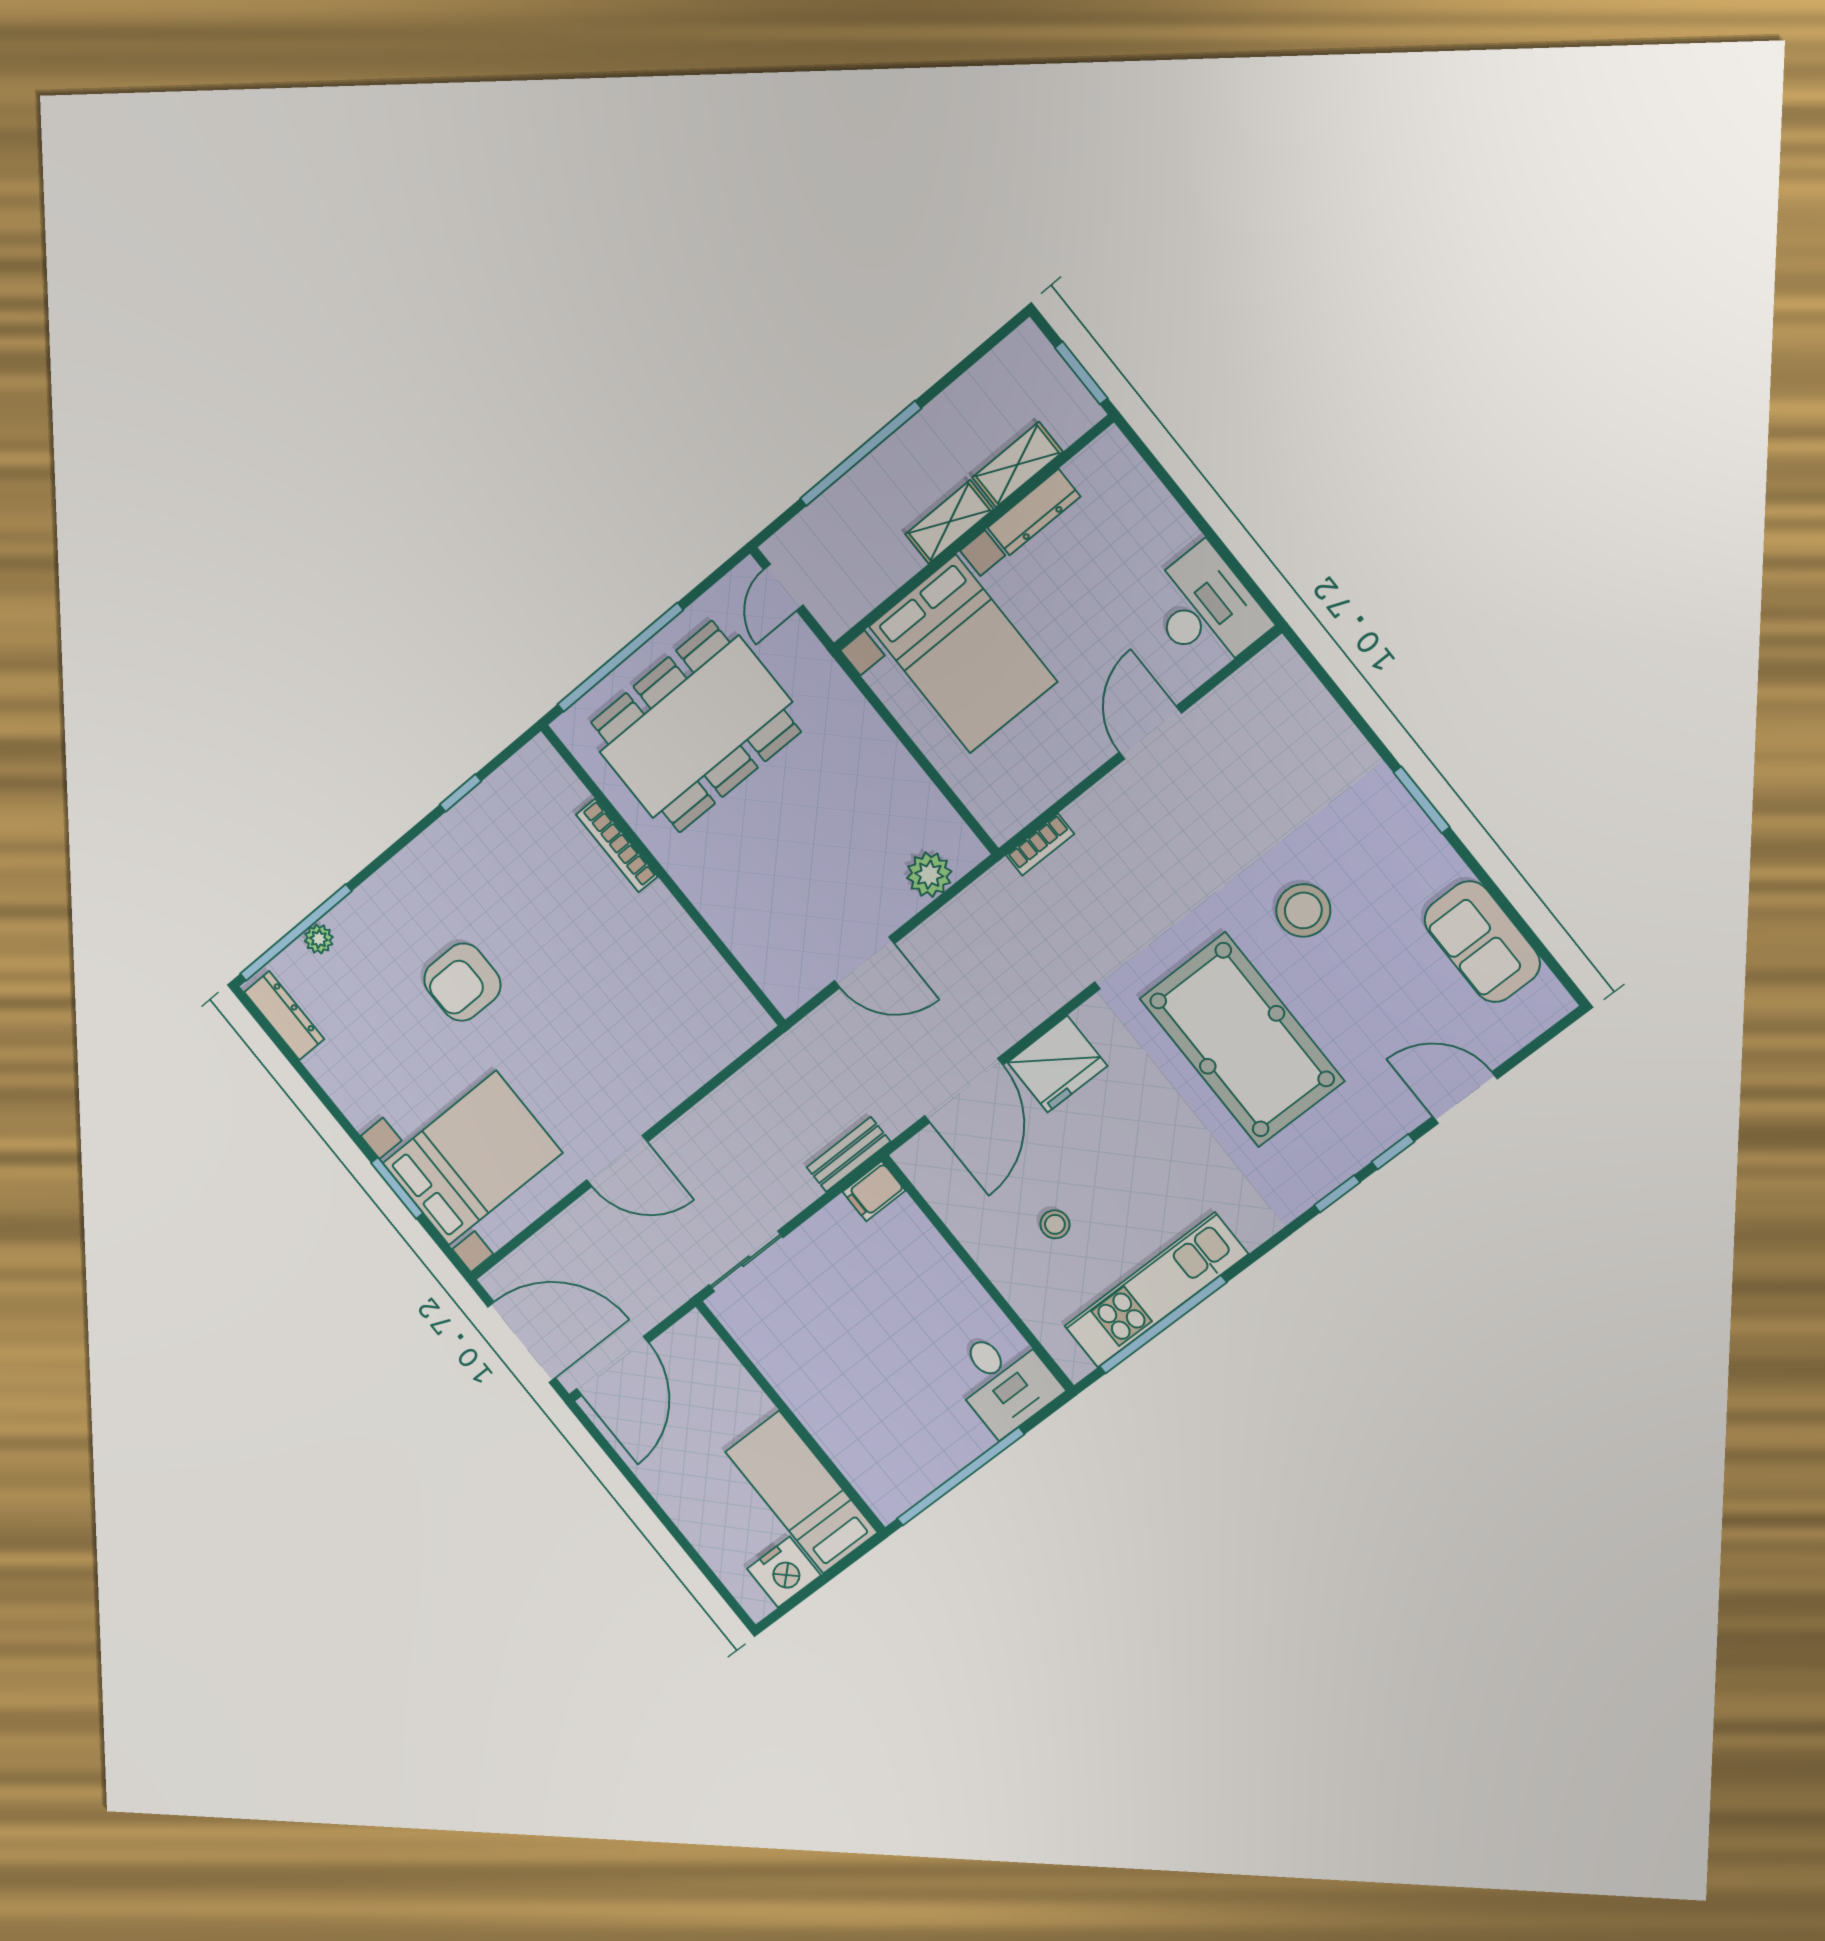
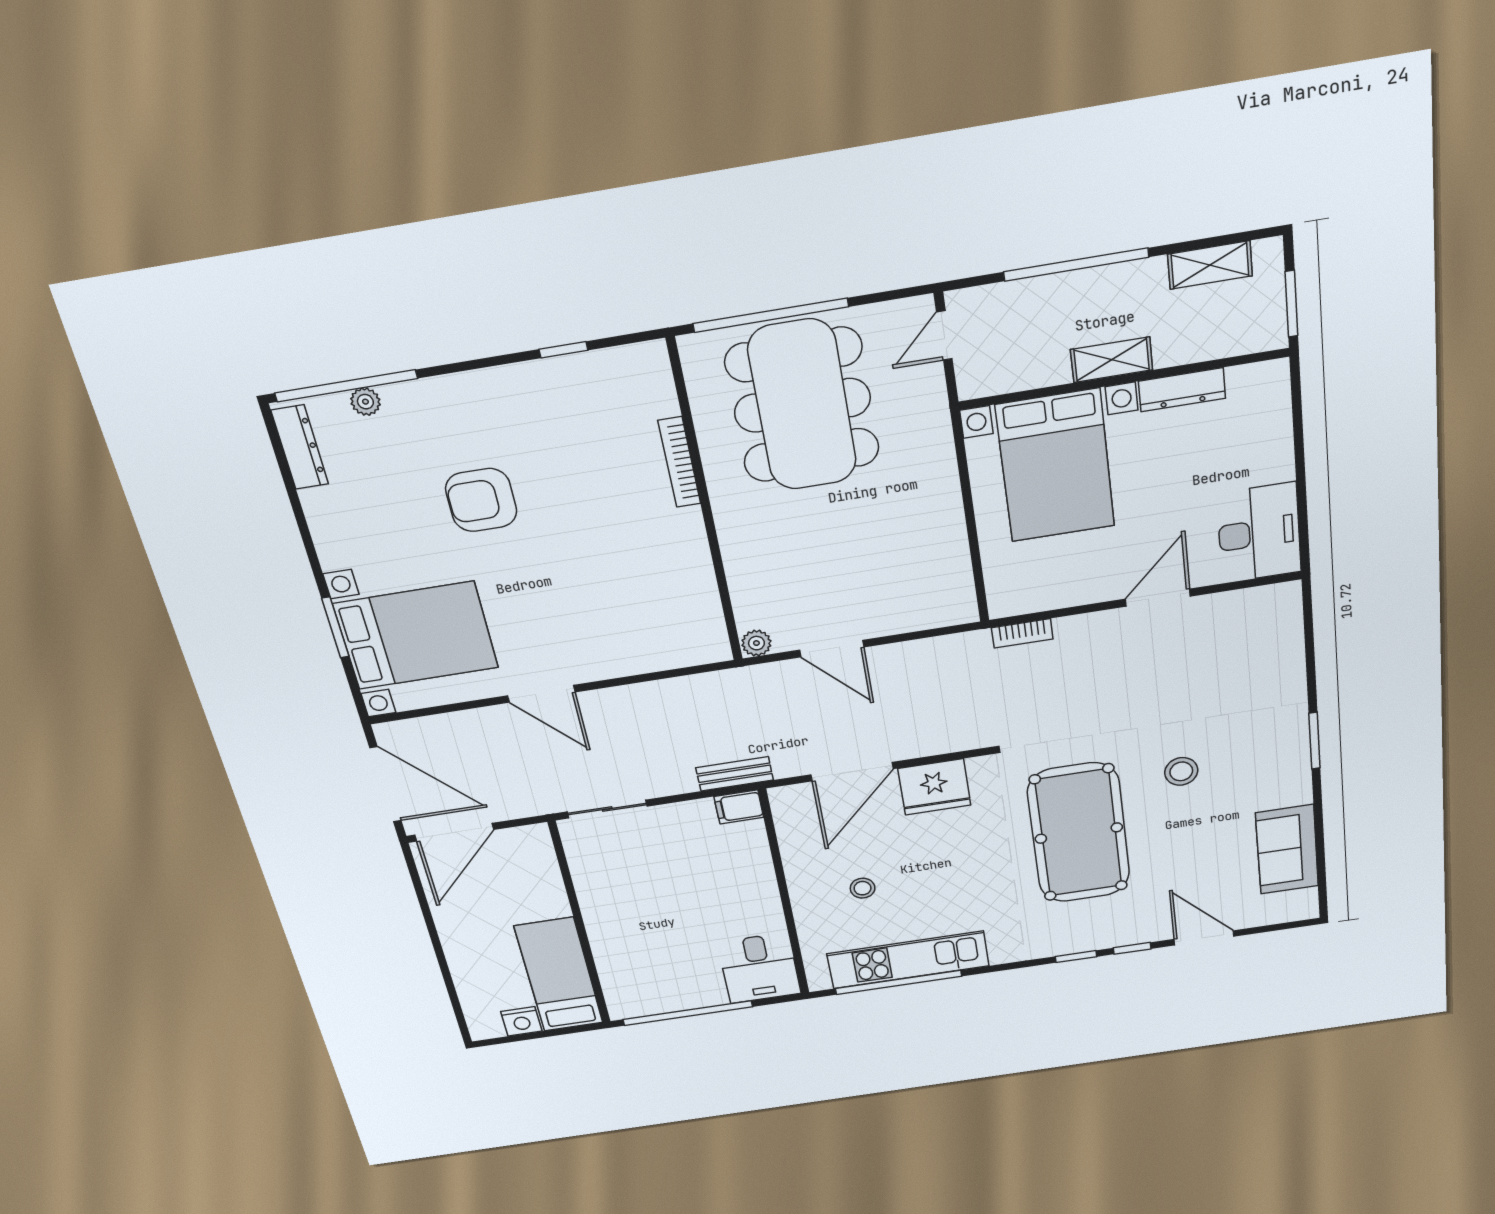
shelving: (1017, 465) -> (1210, 265), moved
dining table: (696, 727) -> (802, 405), turned 90
plant: (929, 875) -> (756, 643), moved, width x0.73, depth x0.73
stool: (1303, 910) -> (1181, 771), width x0.73, depth x0.73
nightstand: (784, 1572) -> (521, 1021), width x0.74, depth x0.75

